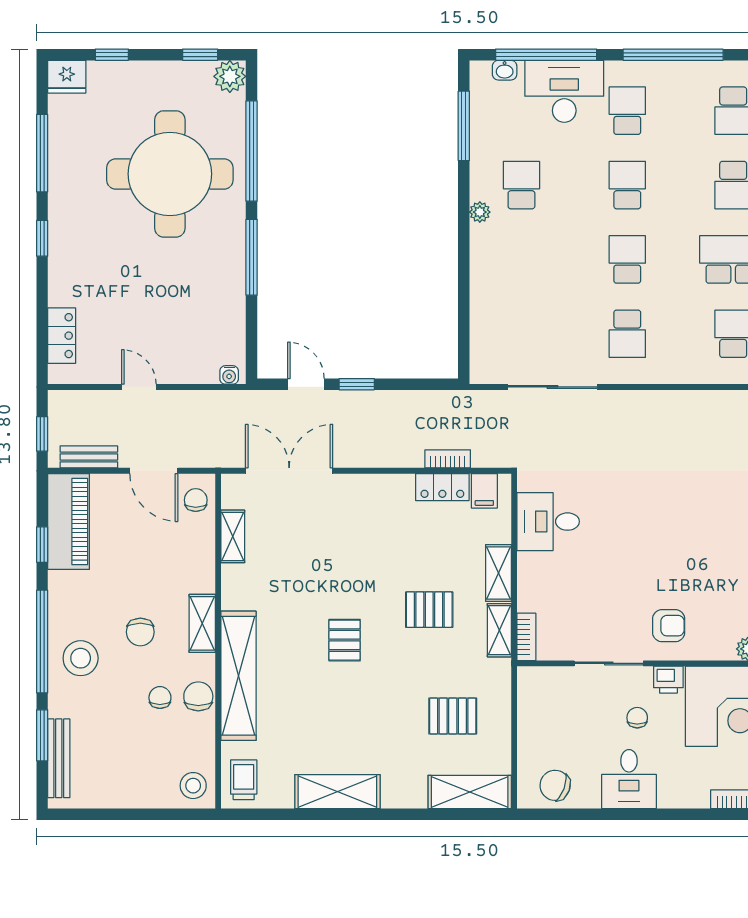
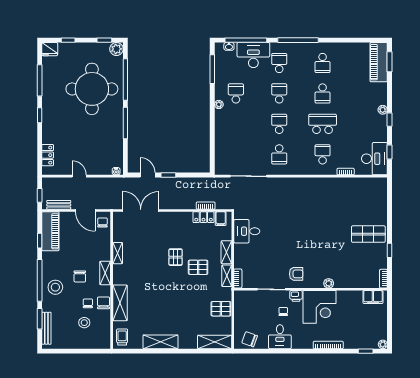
shelving: (233, 536) -> (118, 253), moved
pallet: (345, 640) -> (176, 257), moved
shelving: (238, 676) -> (120, 303), width x0.68
pallet: (453, 716) -> (221, 309), moved
stool: (193, 786) -> (84, 323), moved

